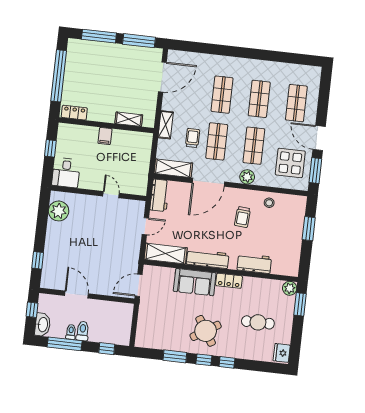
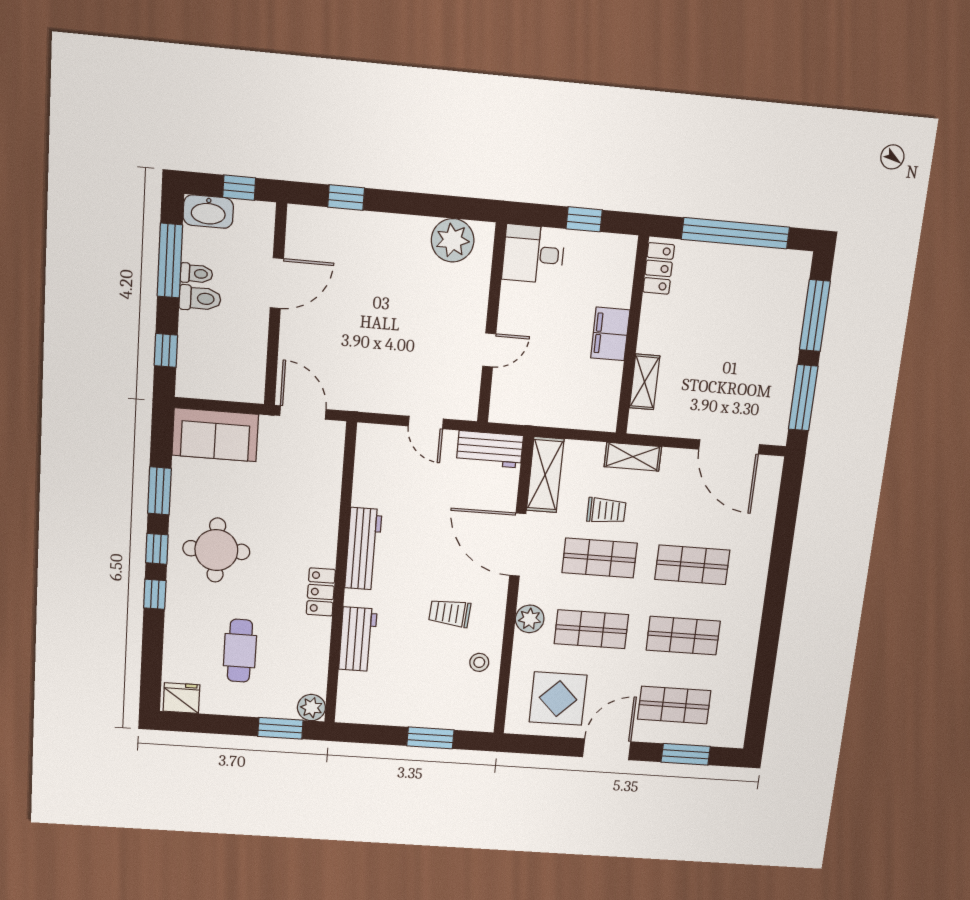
filing cabinet: (105, 136) -> (610, 334), width x2.00
window: (315, 171) -> (686, 754), moved
shelving: (166, 254) -> (371, 465), removed
sofa: (195, 282) -> (215, 435), moved, turned -90
round table: (206, 331) -> (216, 550), turned 32

